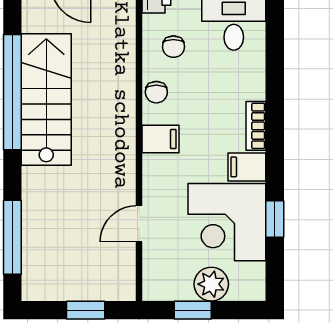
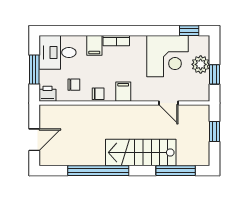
stairs: (46, 100) -> (141, 153), moved
filing cabinet: (247, 167) -> (94, 45), moved
window: (275, 219) -> (189, 31), moved

